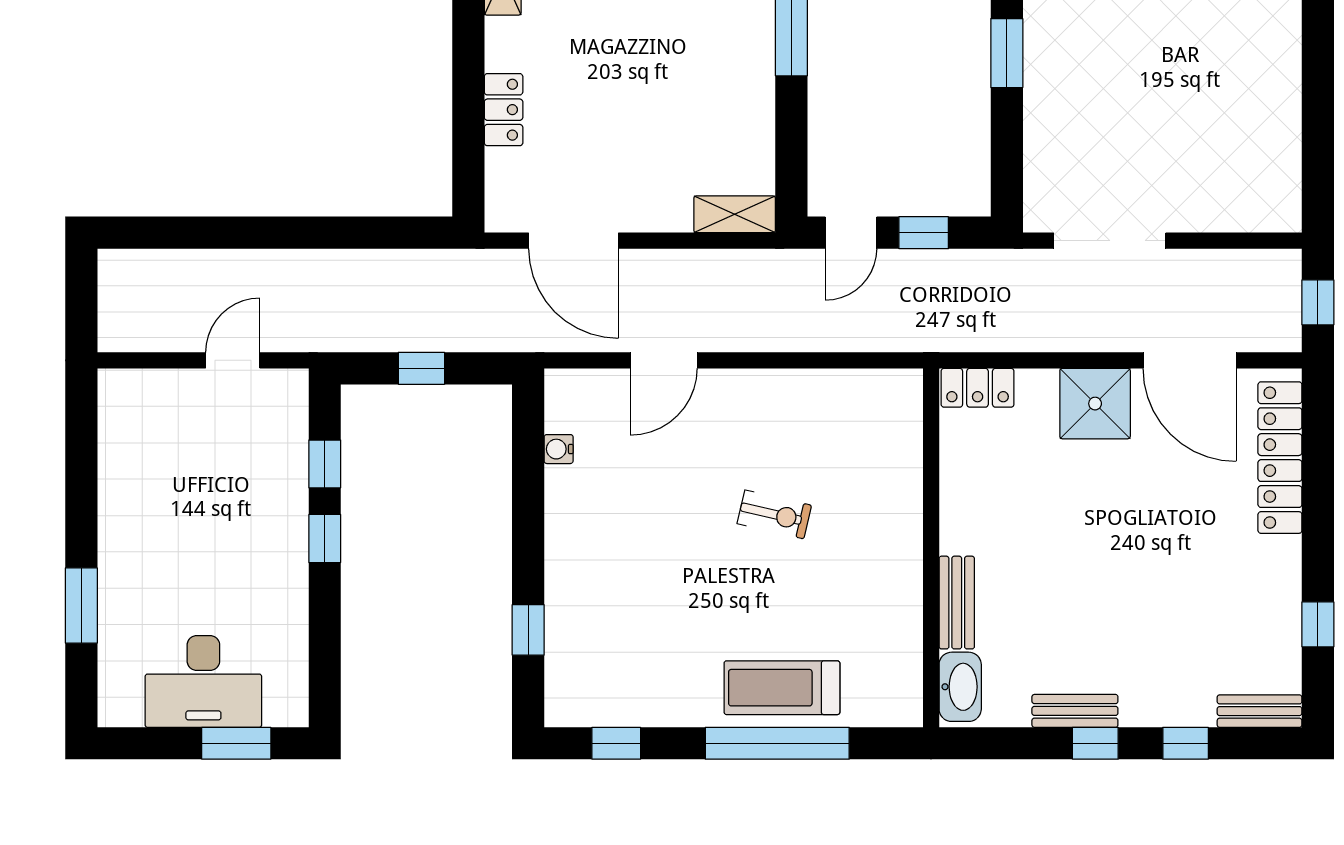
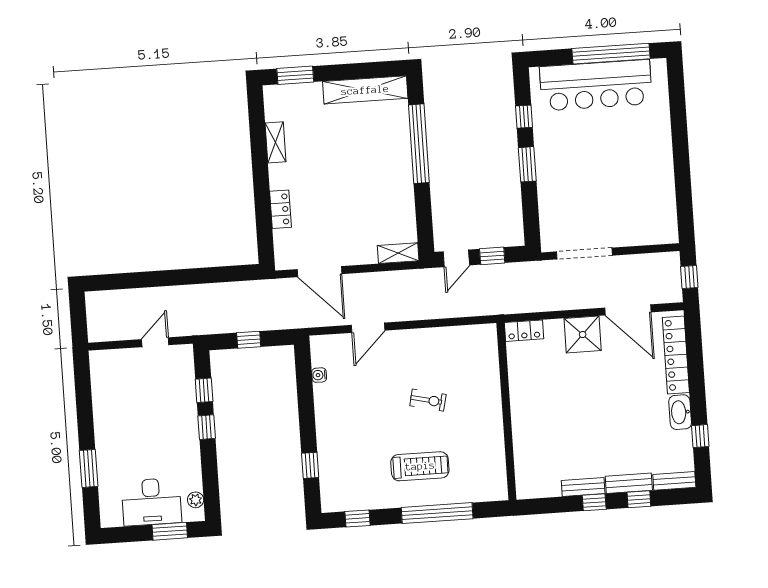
bench: (957, 603) -> (629, 483), moved, turned 90
plant: (293, 683) -> (196, 500), added
washbasin: (960, 687) -> (680, 412), moved, turned 180
treadmill: (782, 688) -> (420, 466), moved, turned 180

